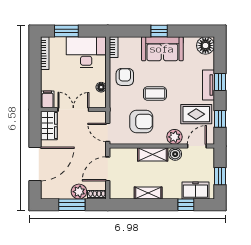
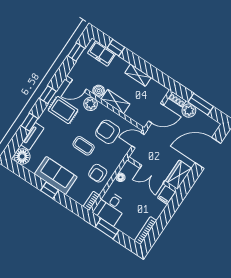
window: (66, 31) -> (107, 229), moved
desk: (86, 52) -> (110, 208), width x0.73
tv unit: (209, 85) -> (32, 136), moved
door: (108, 132) -> (138, 140), swing flipped

